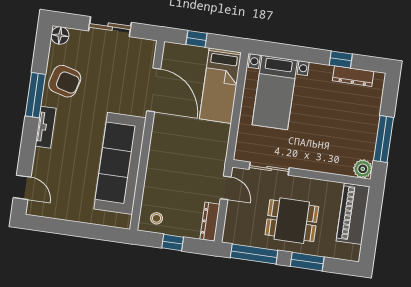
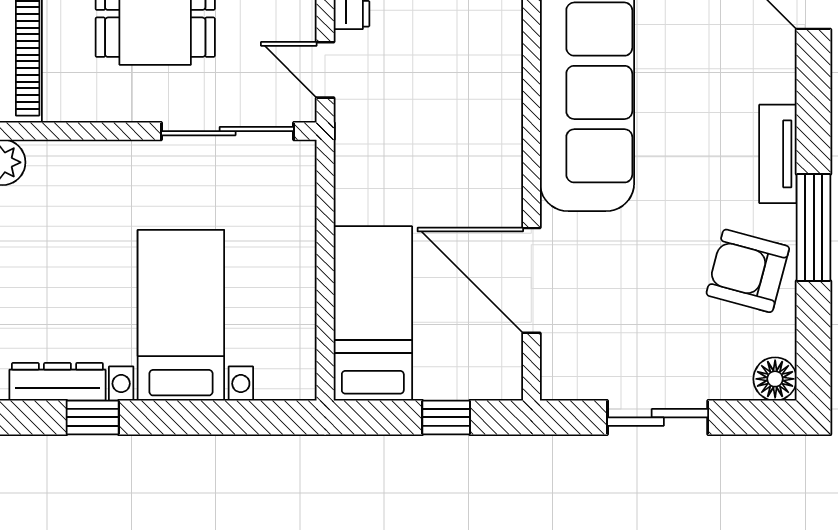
bed with nightstands: (275, 93) -> (181, 315), moved
sliding door: (269, 169) -> (228, 131), width x1.37

